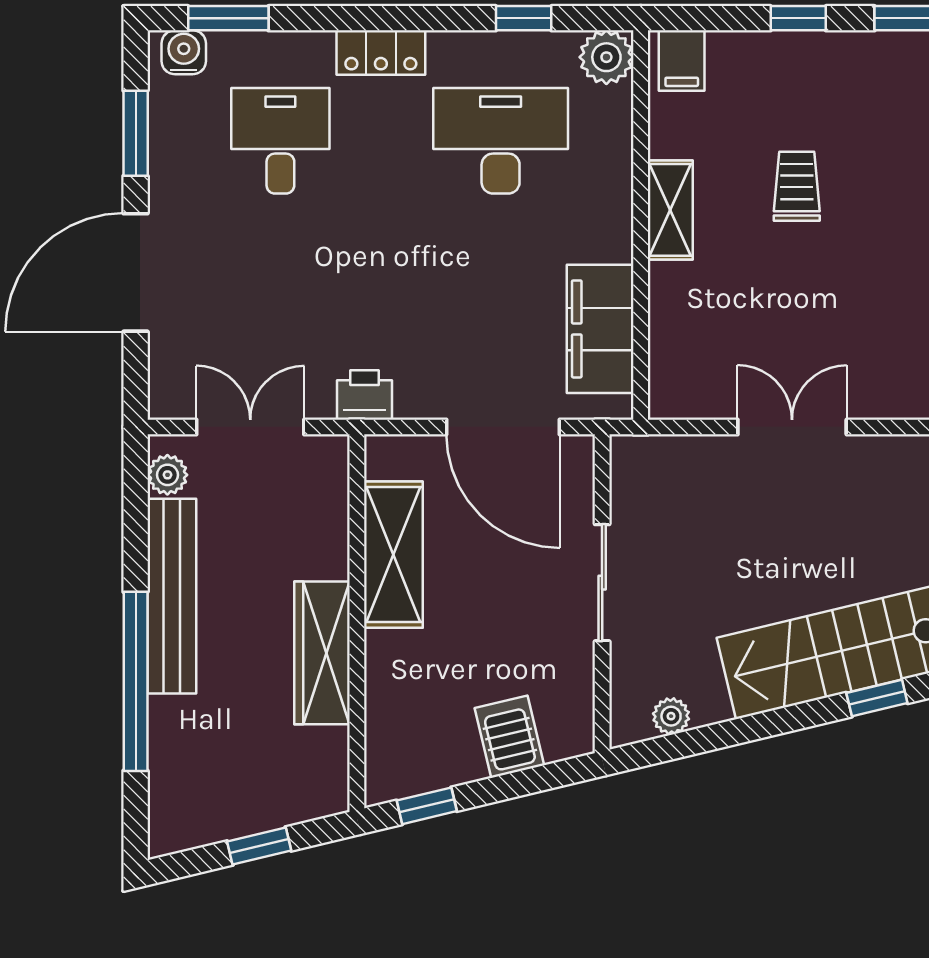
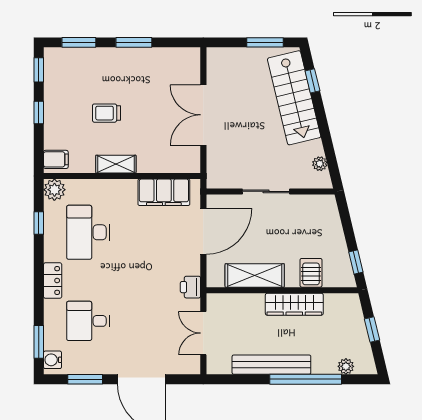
double door: (792, 427) -> (203, 115), width x1.37
plant: (167, 475) -> (346, 366), moved
server rack: (509, 737) -> (311, 273), moved, turned 103

